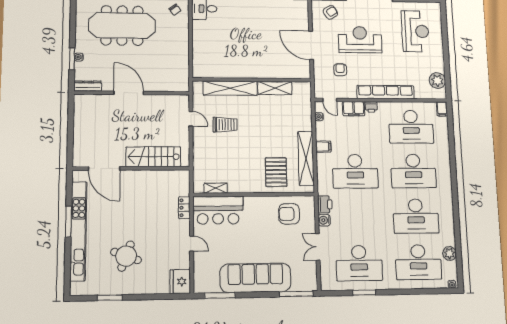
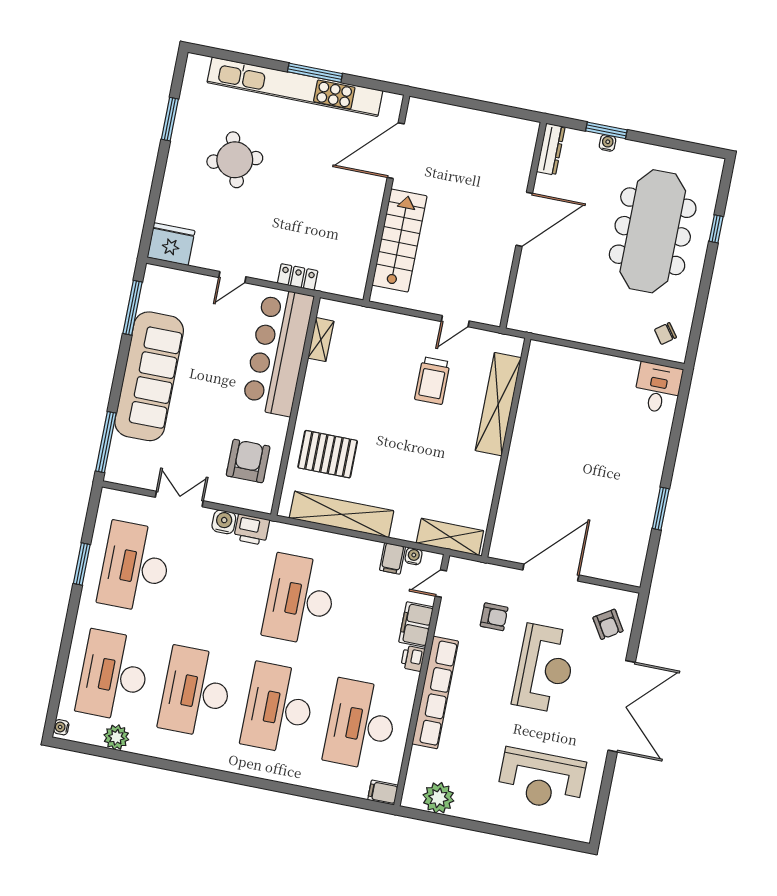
shelving: (275, 88) -> (450, 537), moved, turned 90
filing cabinet: (323, 147) -> (392, 558), moved
bar counter: (218, 210) -> (278, 352), width x1.36
round table: (126, 256) -> (235, 160), turned -36

